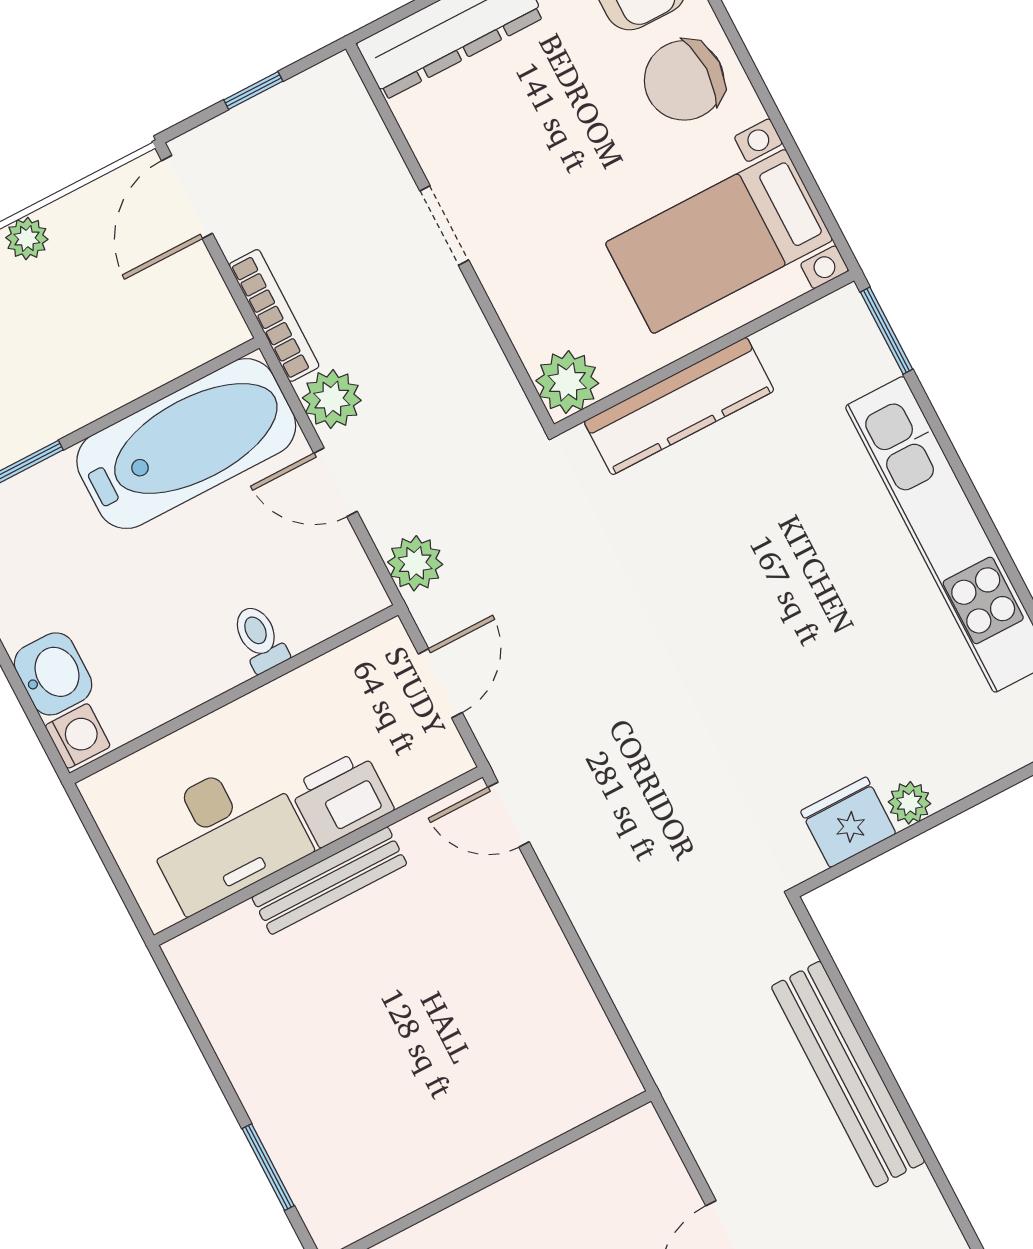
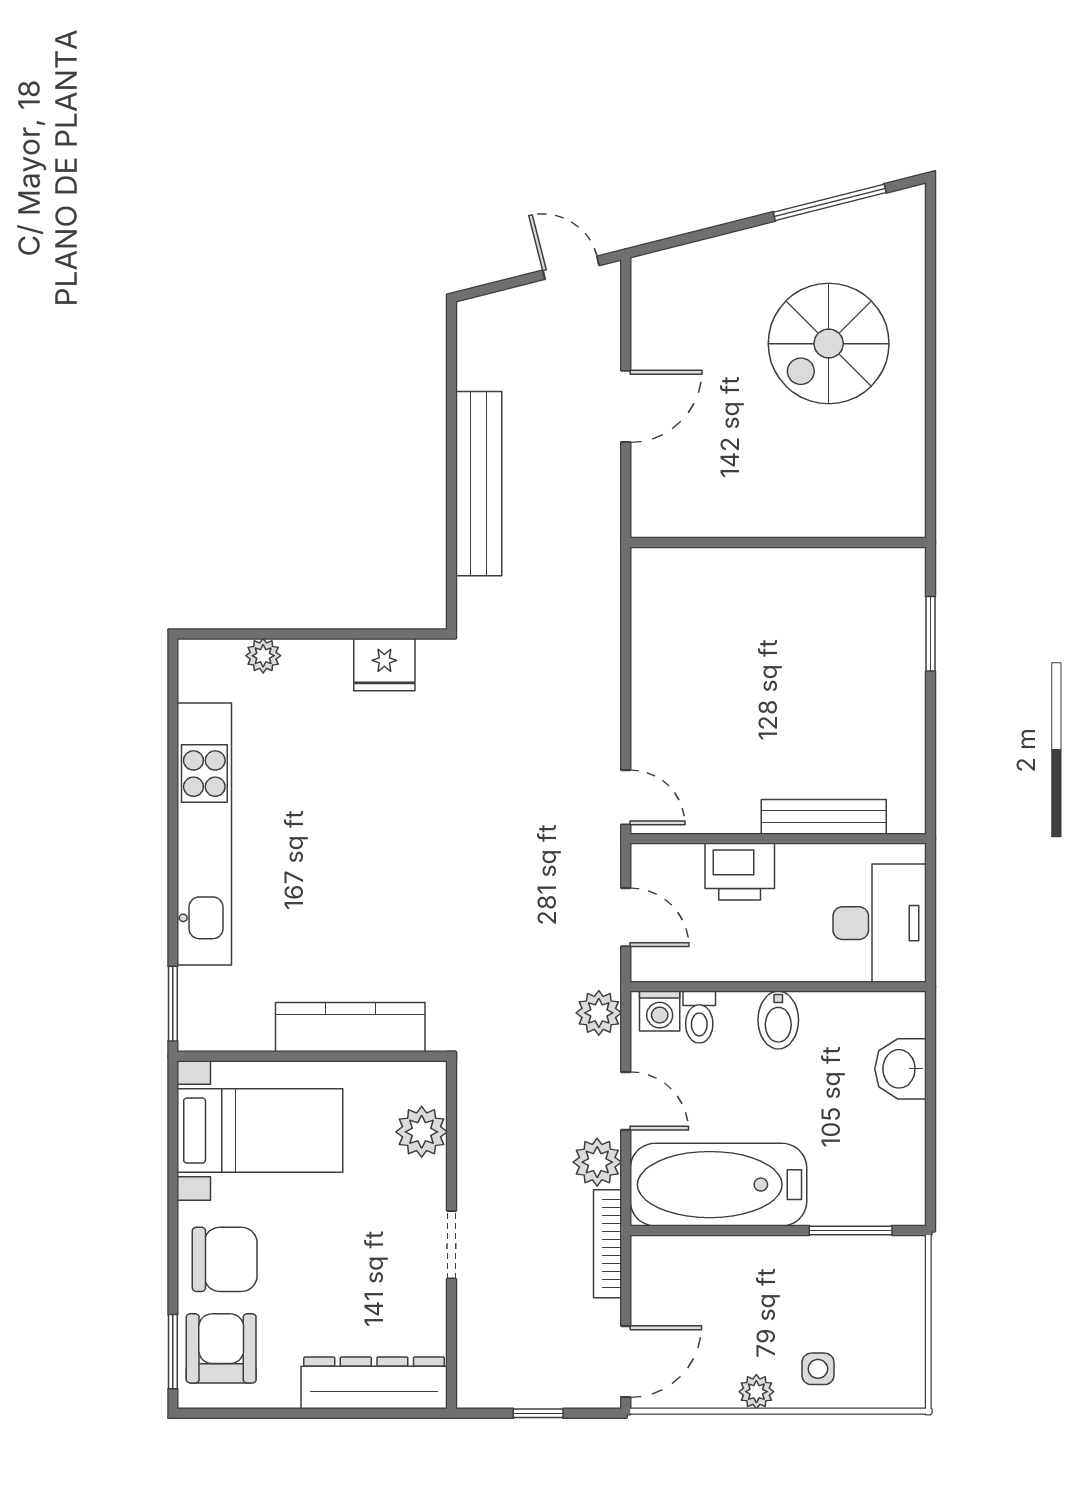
plant: (567, 382) -> (422, 1132), moved
toilet: (260, 638) -> (699, 1017), moved
bidet: (215, 658) -> (778, 1020), added
door: (440, 683) -> (626, 917), swing flipped
washing machine: (78, 736) -> (660, 1011), moved, turned -90
plant: (910, 803) -> (263, 656), moved
desk: (225, 834) -> (880, 923), moved, turned 90
bench: (329, 881) -> (824, 817), moved

